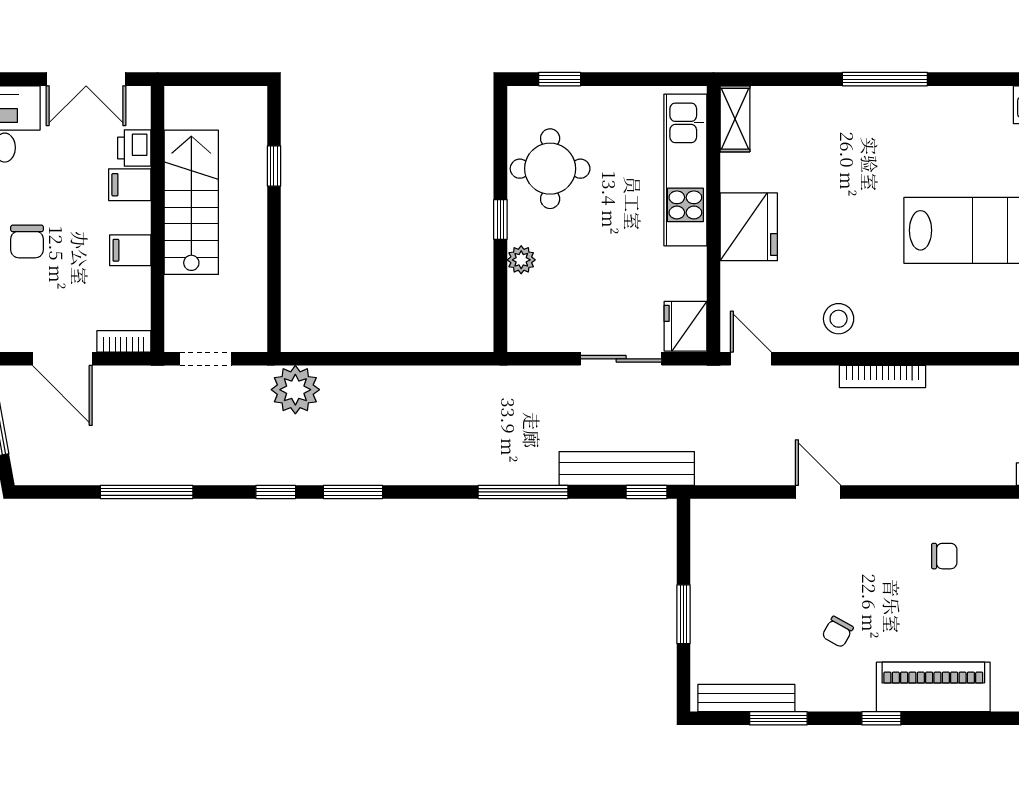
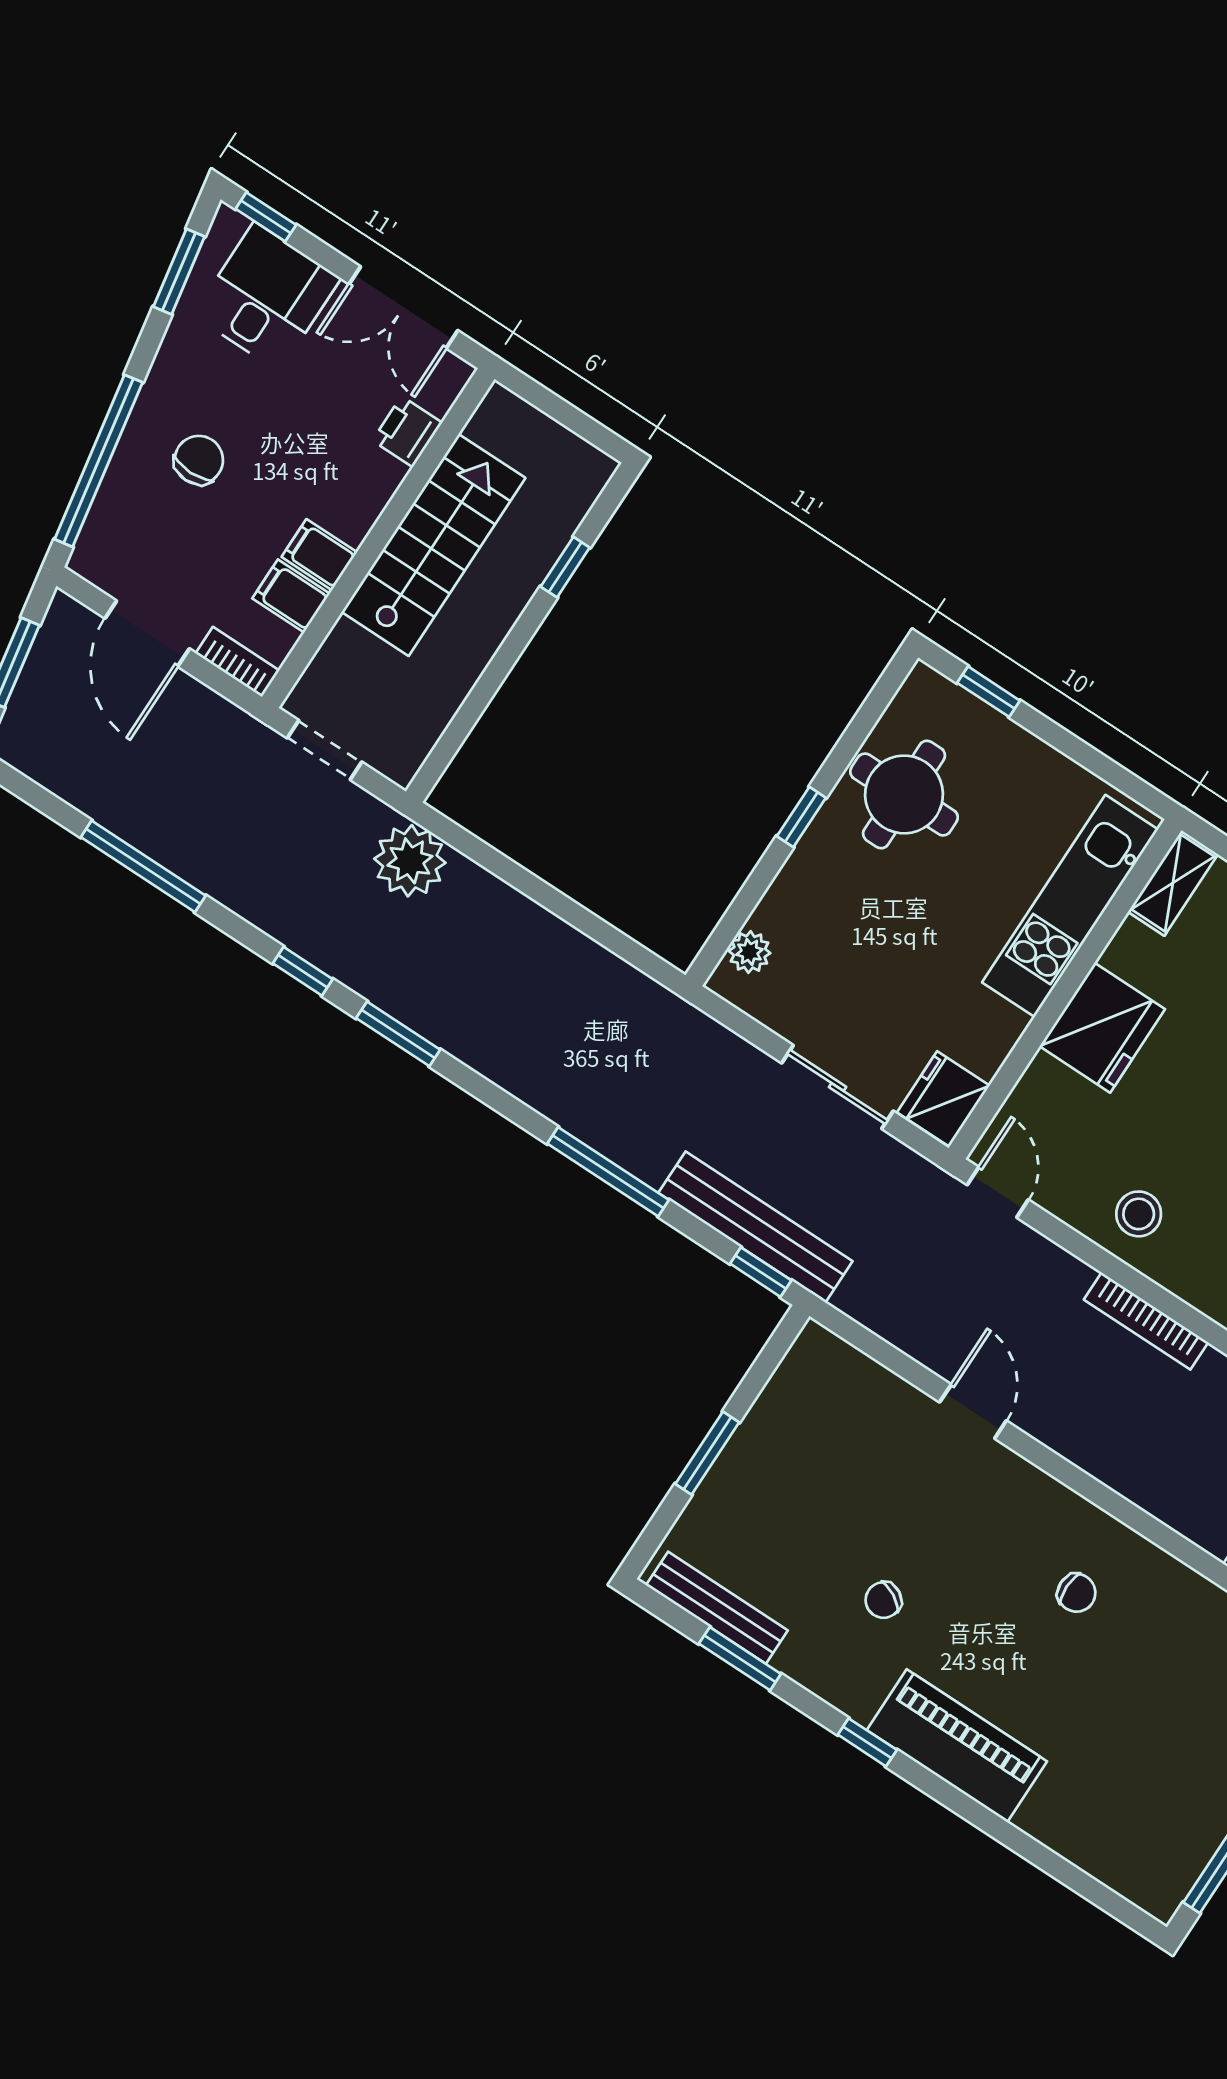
filing cabinet: (130, 185) -> (291, 596), moved
chair: (27, 241) -> (199, 460), turned 180
plant: (521, 260) -> (749, 952), moved

